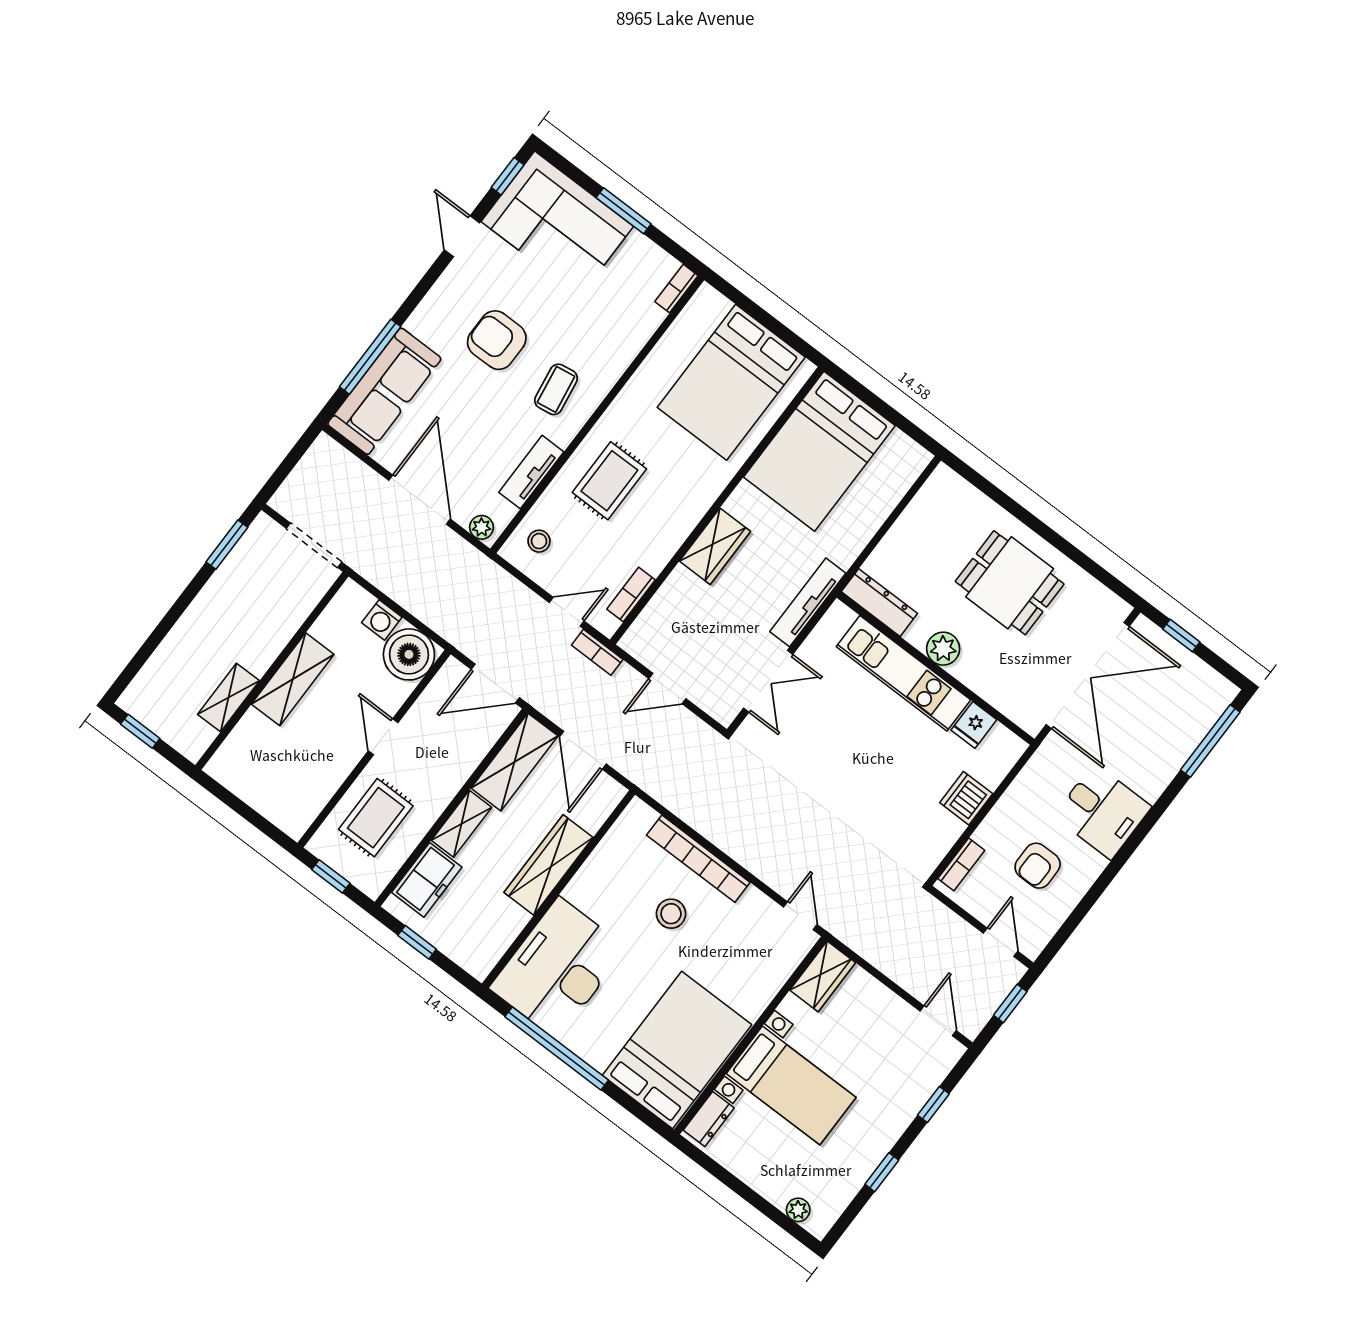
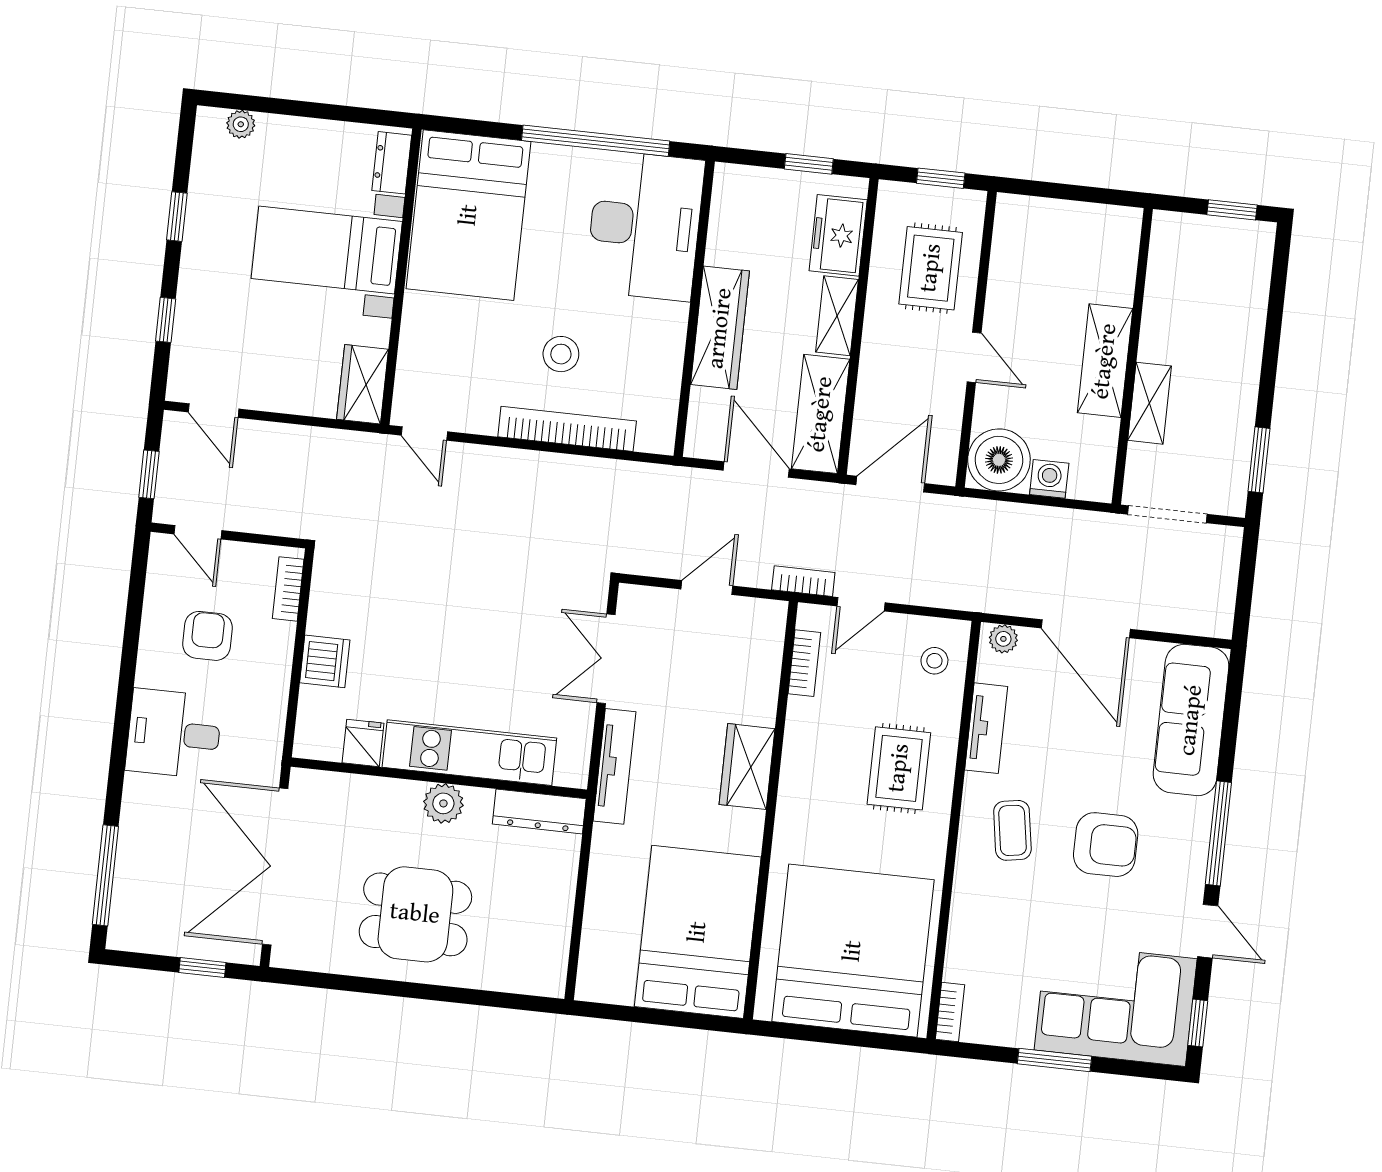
window: (370, 357) -> (1218, 833), moved
bed: (731, 382) -> (853, 951), width x1.36
shelving: (228, 698) -> (1150, 403), moved

